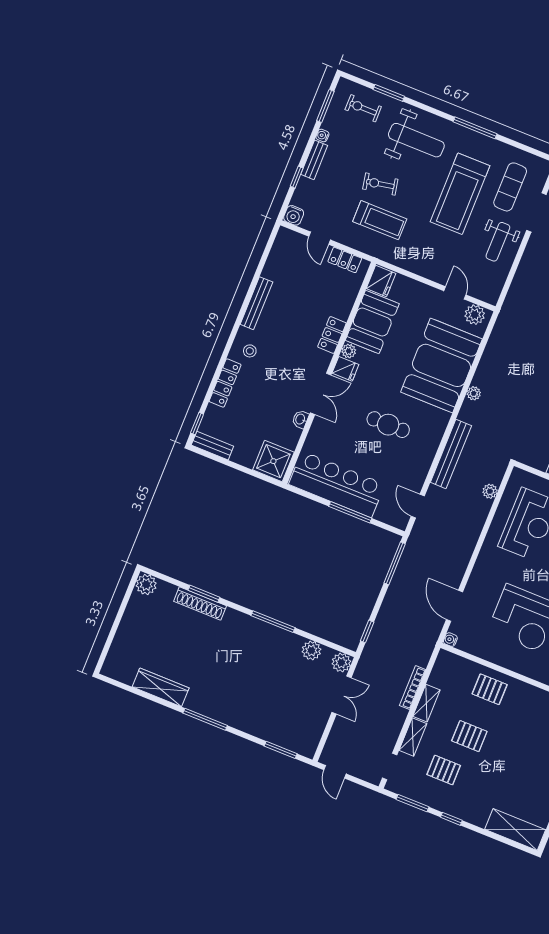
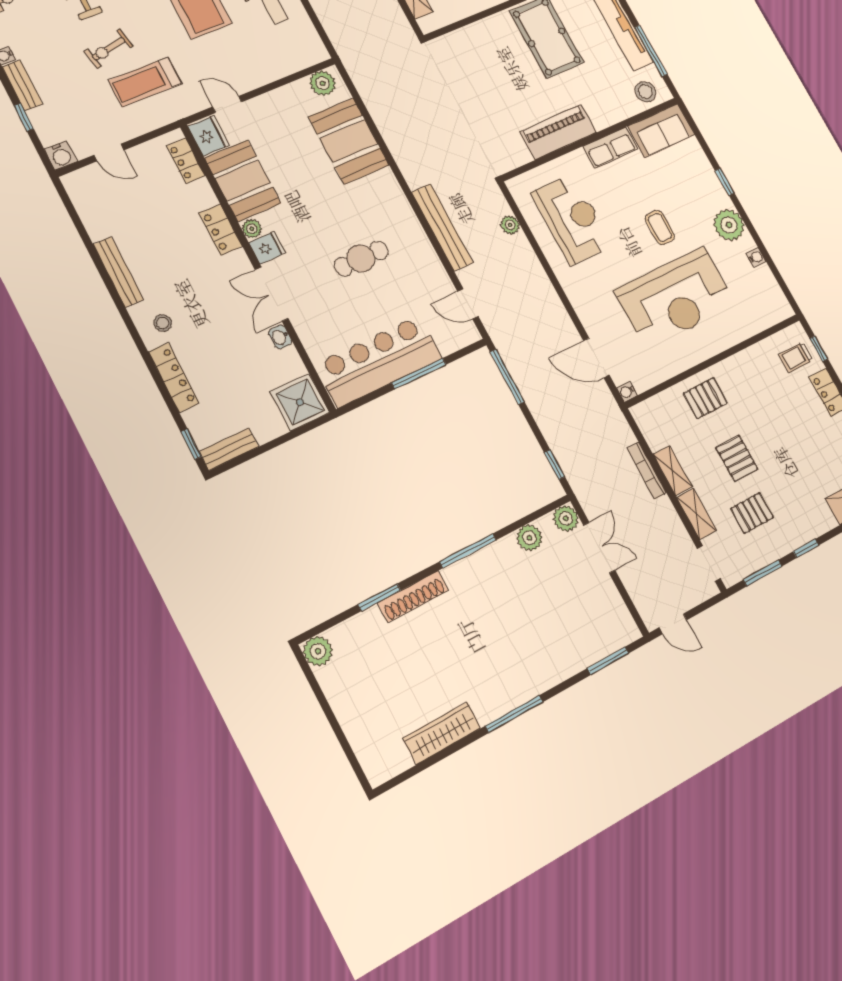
treadmill: (380, 220) -> (145, 82), turned 180
locker: (345, 260) -> (186, 161), moved, turned 90
door: (455, 293) -> (227, 104), moved
booth: (441, 365) -> (349, 141), width x0.73, depth x0.70
plant: (474, 393) -> (400, 153), removed
double door: (321, 394) -> (272, 294), swing flipped
shoe rack: (200, 603) -> (413, 597), moved
pallet: (469, 736) -> (737, 458), turned 90

